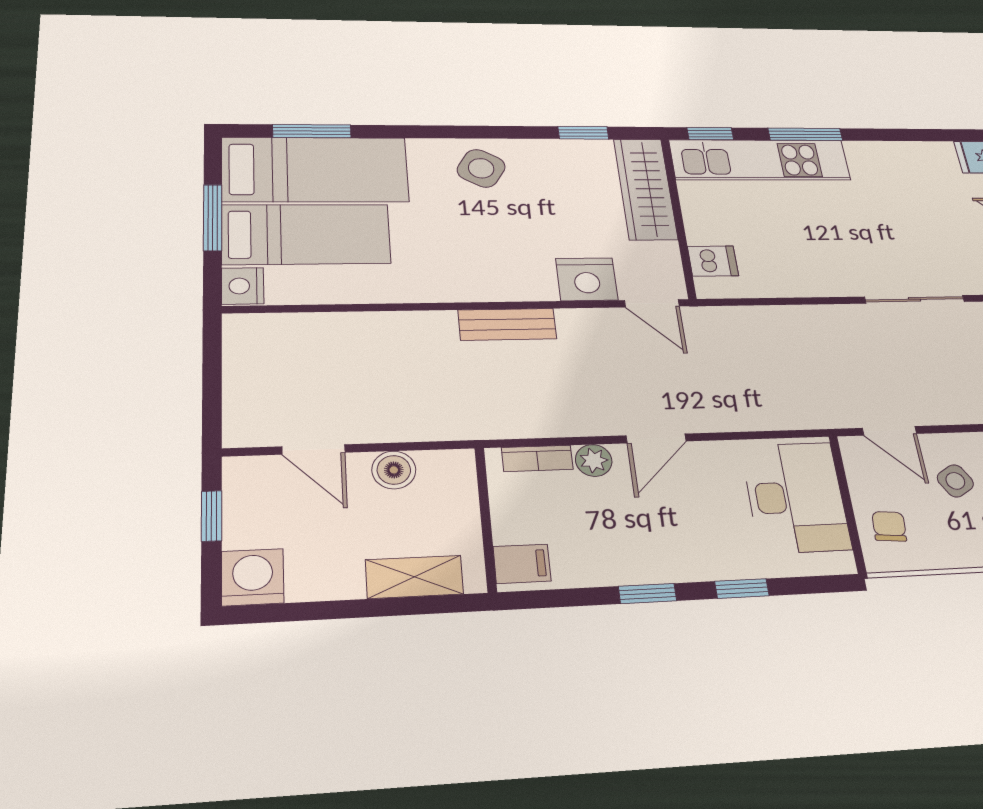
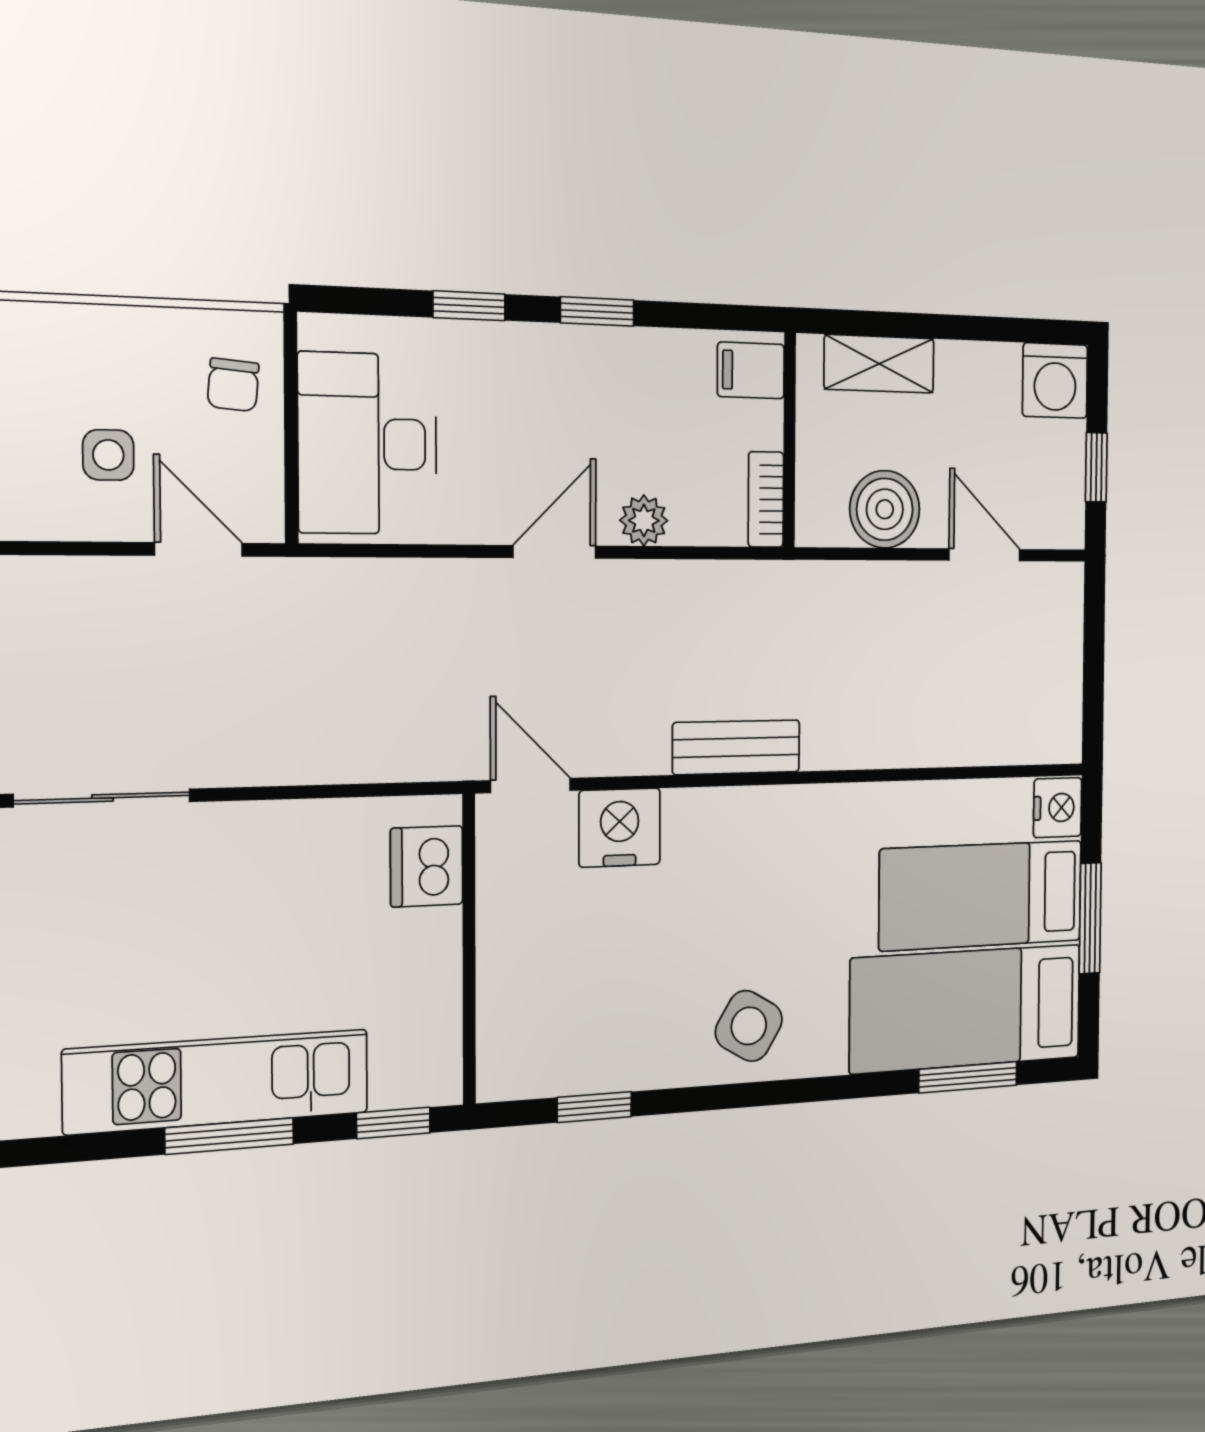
kitchen unit: (760, 160) -> (218, 1081), moved
wardrobe: (645, 189) -> (513, 1002), removed
dishwasher: (713, 261) -> (427, 866), width x1.38
bookcase: (537, 458) -> (766, 499), moved, turned -90
boiler: (394, 470) -> (885, 509), width x1.36, depth x1.36
side table: (955, 481) -> (108, 455), turned 31

